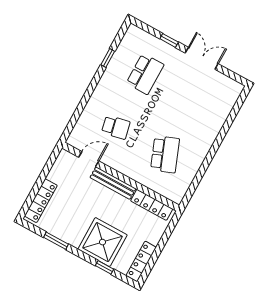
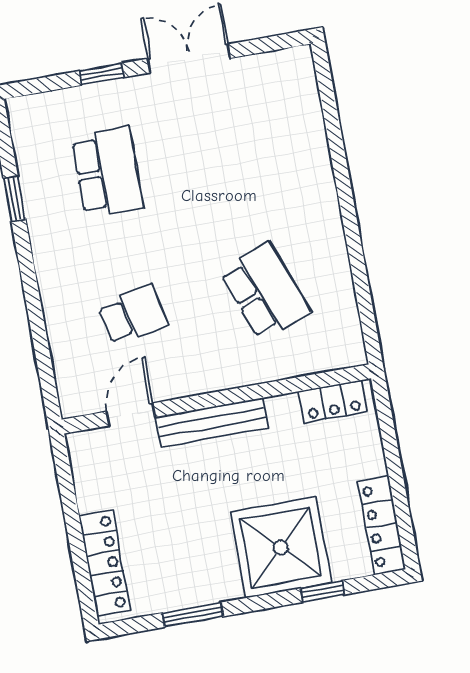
locker: (152, 205) -> (333, 402), width x0.66

